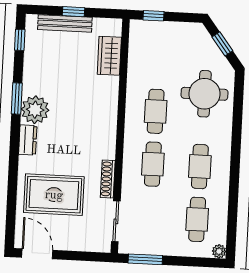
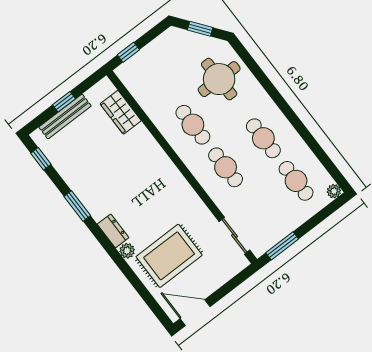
plant: (35, 110) -> (127, 251), moved, width x0.53, depth x0.53
shoe rack: (108, 179) -> (200, 208), removed

